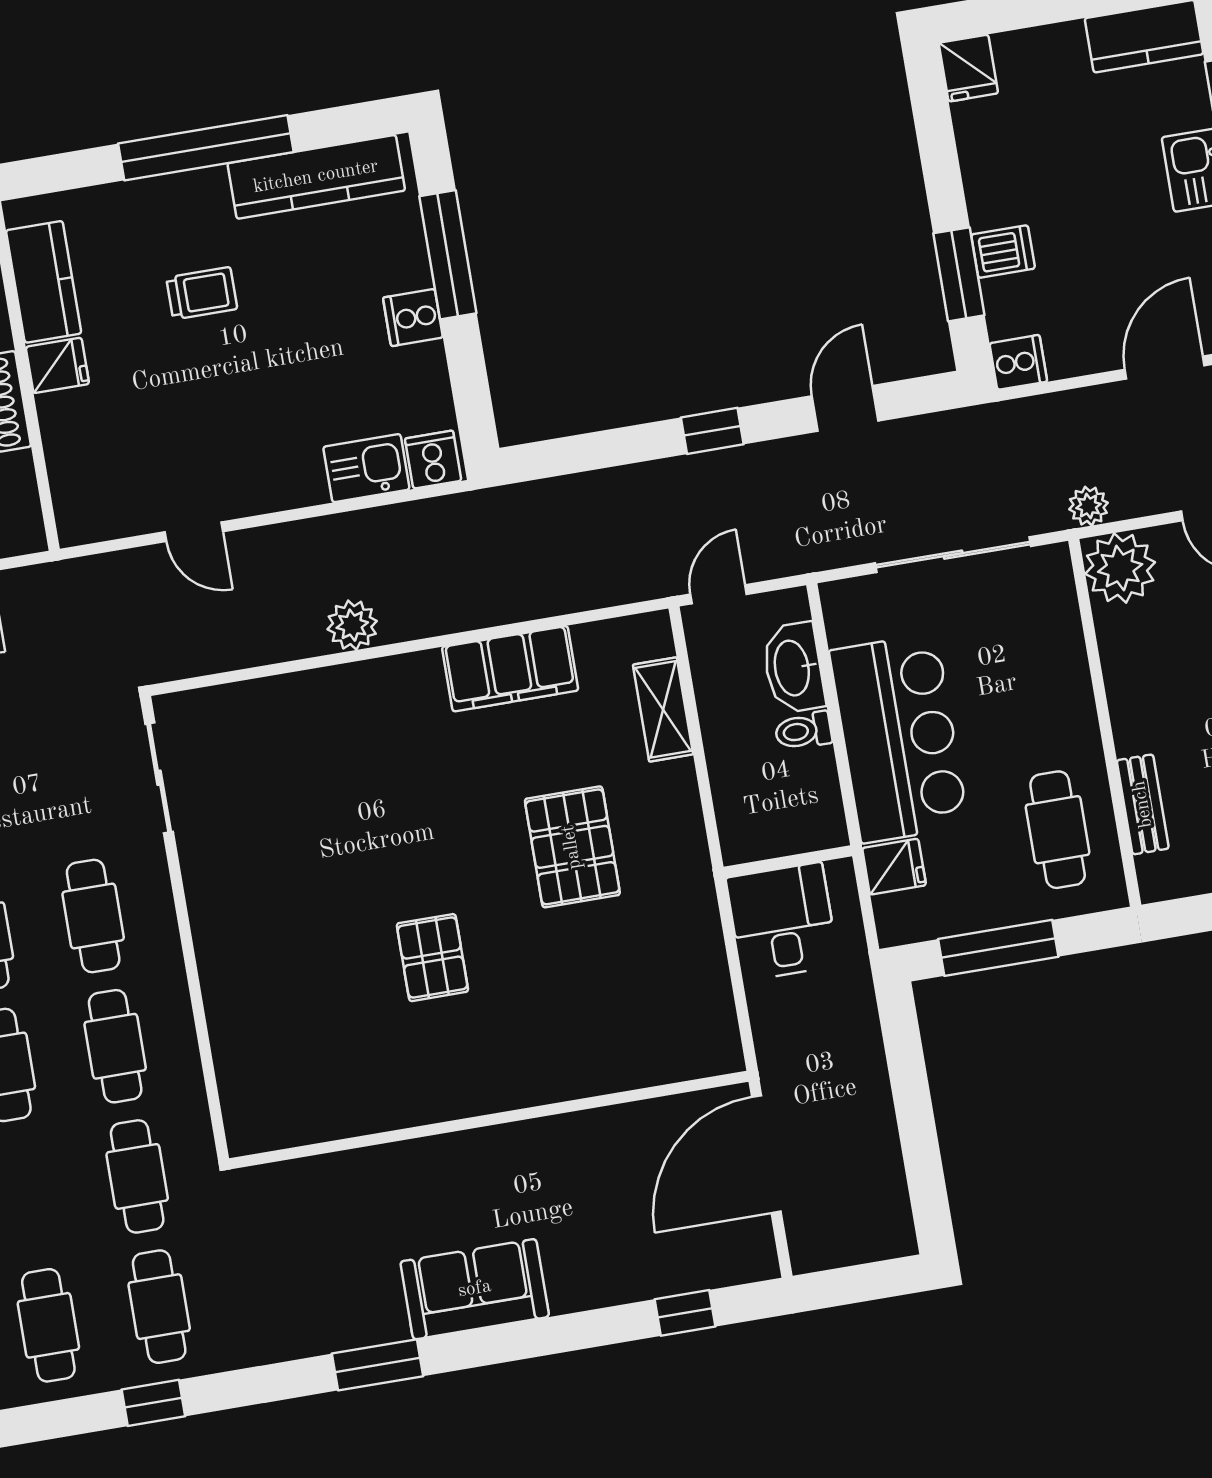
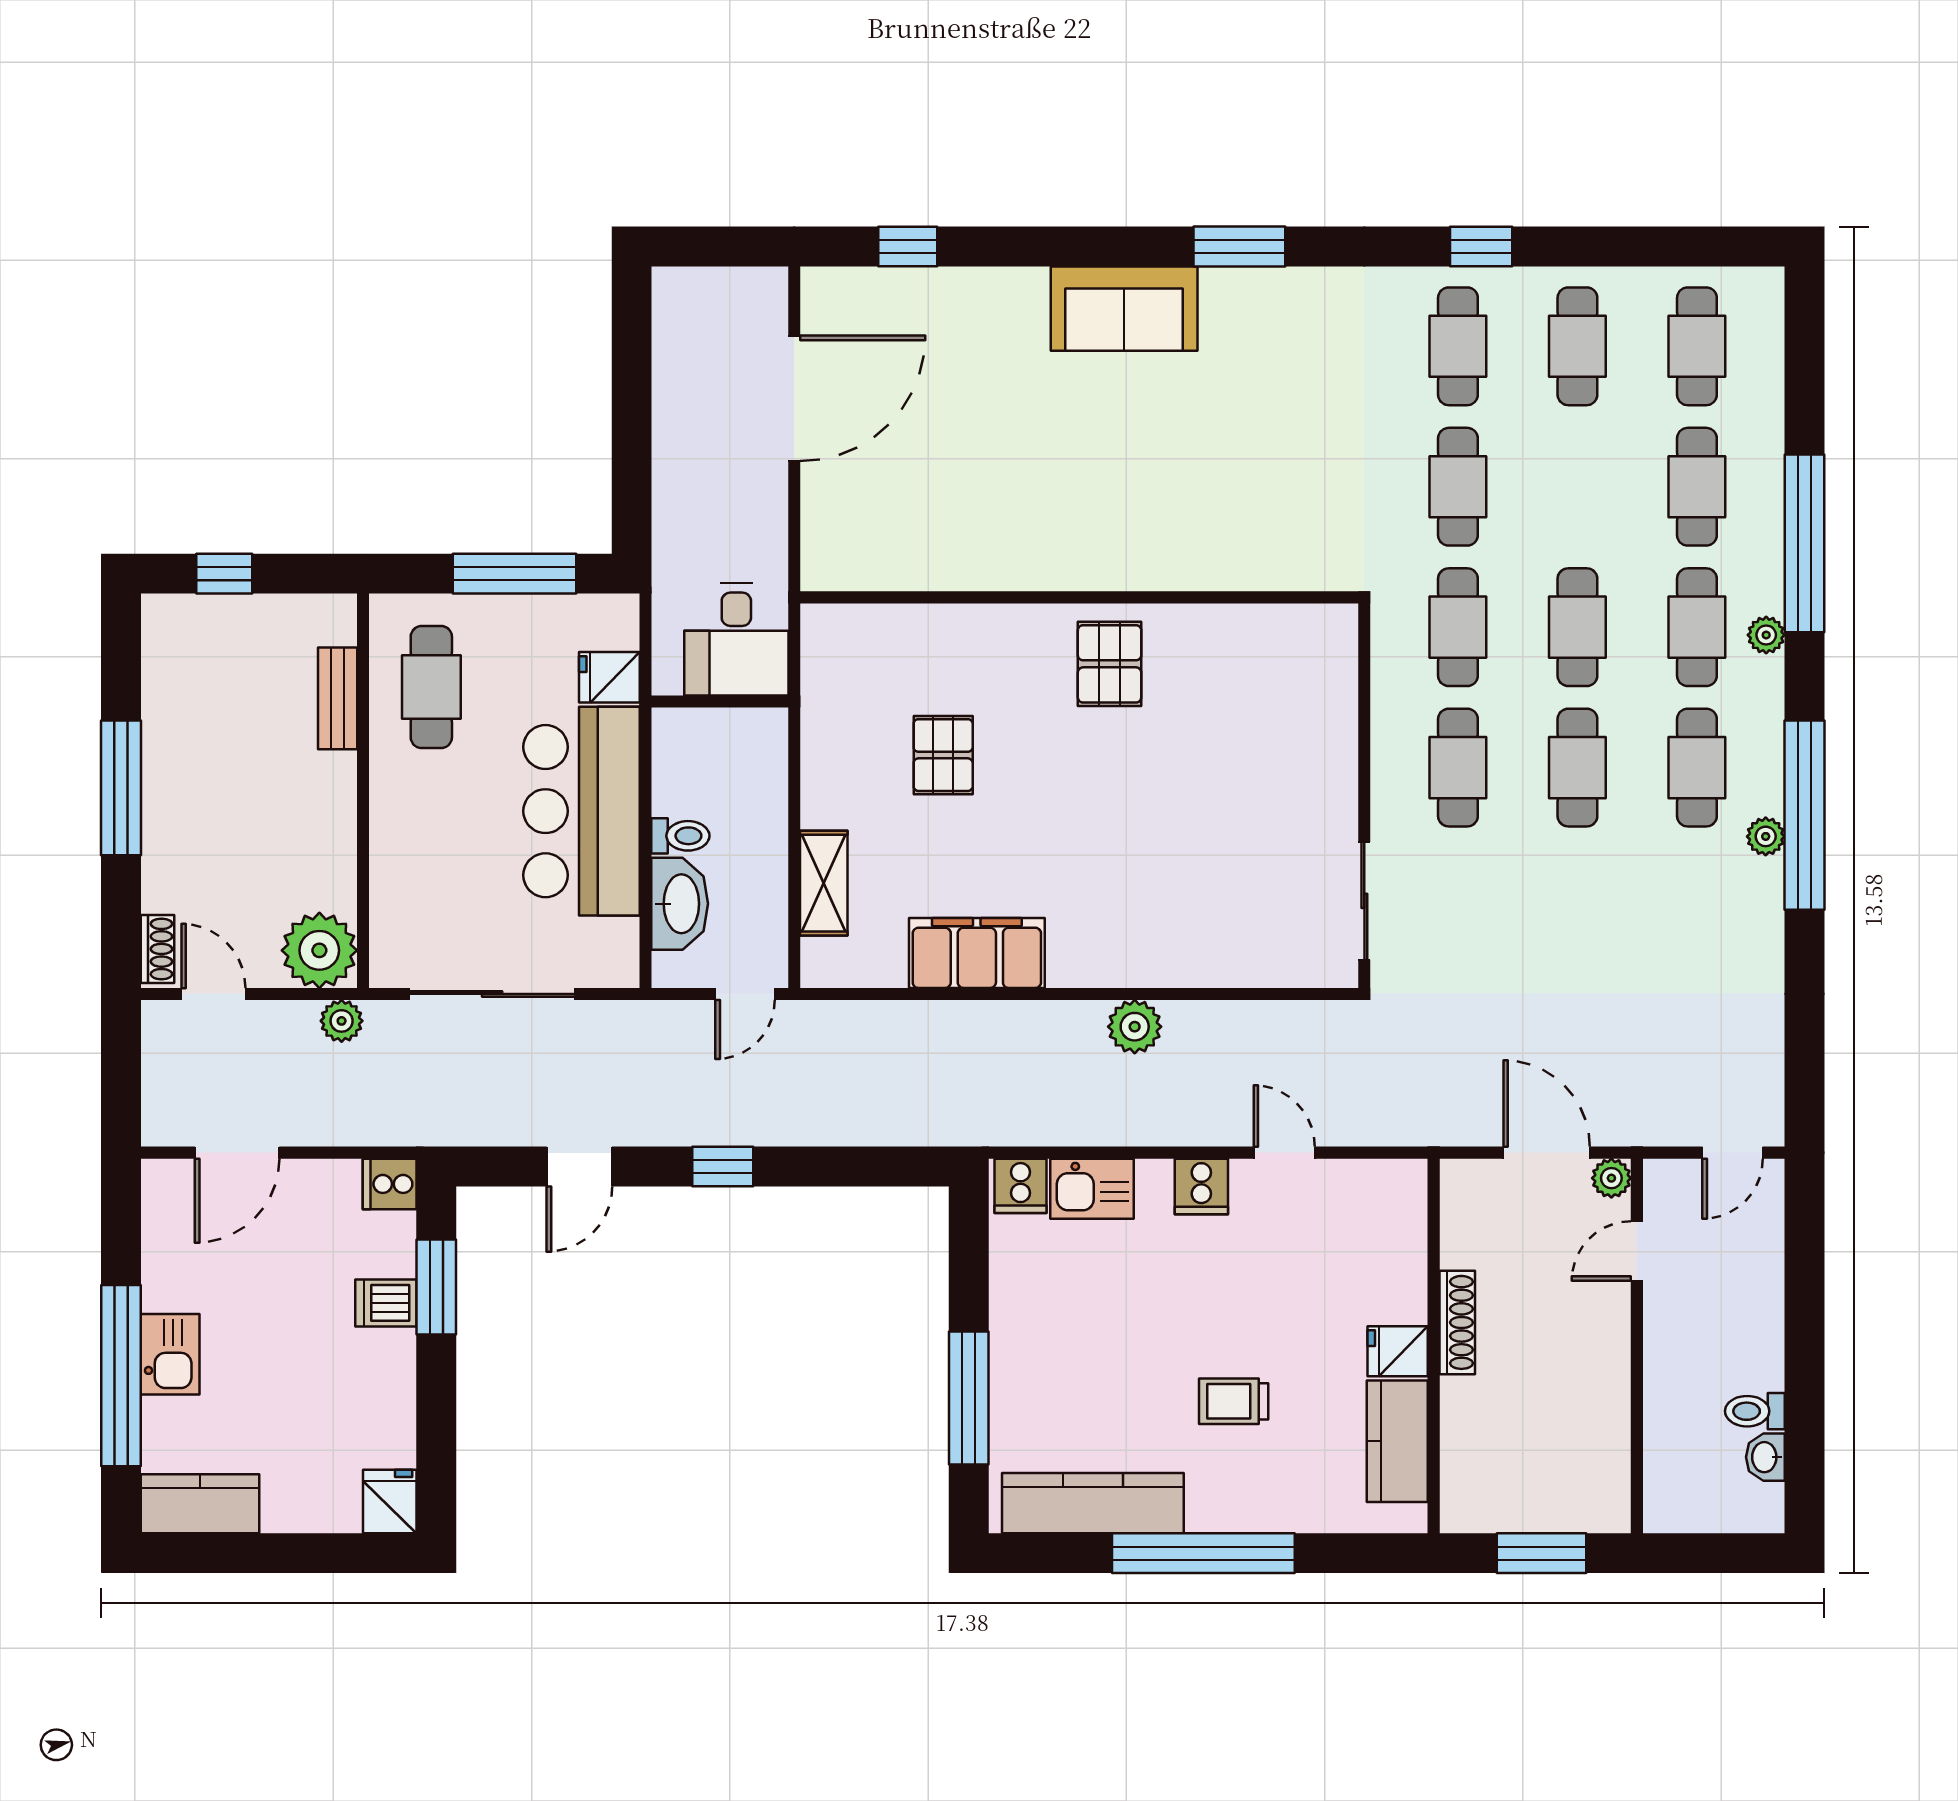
cooker: (413, 318) -> (1201, 1186), moved, turned 90
pallet: (572, 847) -> (943, 755), width x0.67, depth x0.71
wall: (489, 1120) -> (1079, 597), moved

